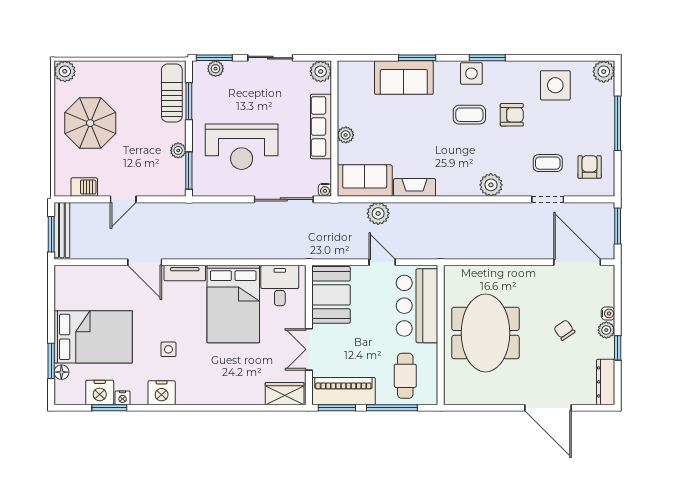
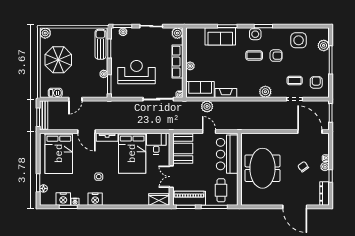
plant: (604, 72) -> (324, 45), moved
reception desk: (242, 147) -> (136, 72), turned 180
bed: (93, 337) -> (59, 153), moved, turned 90

